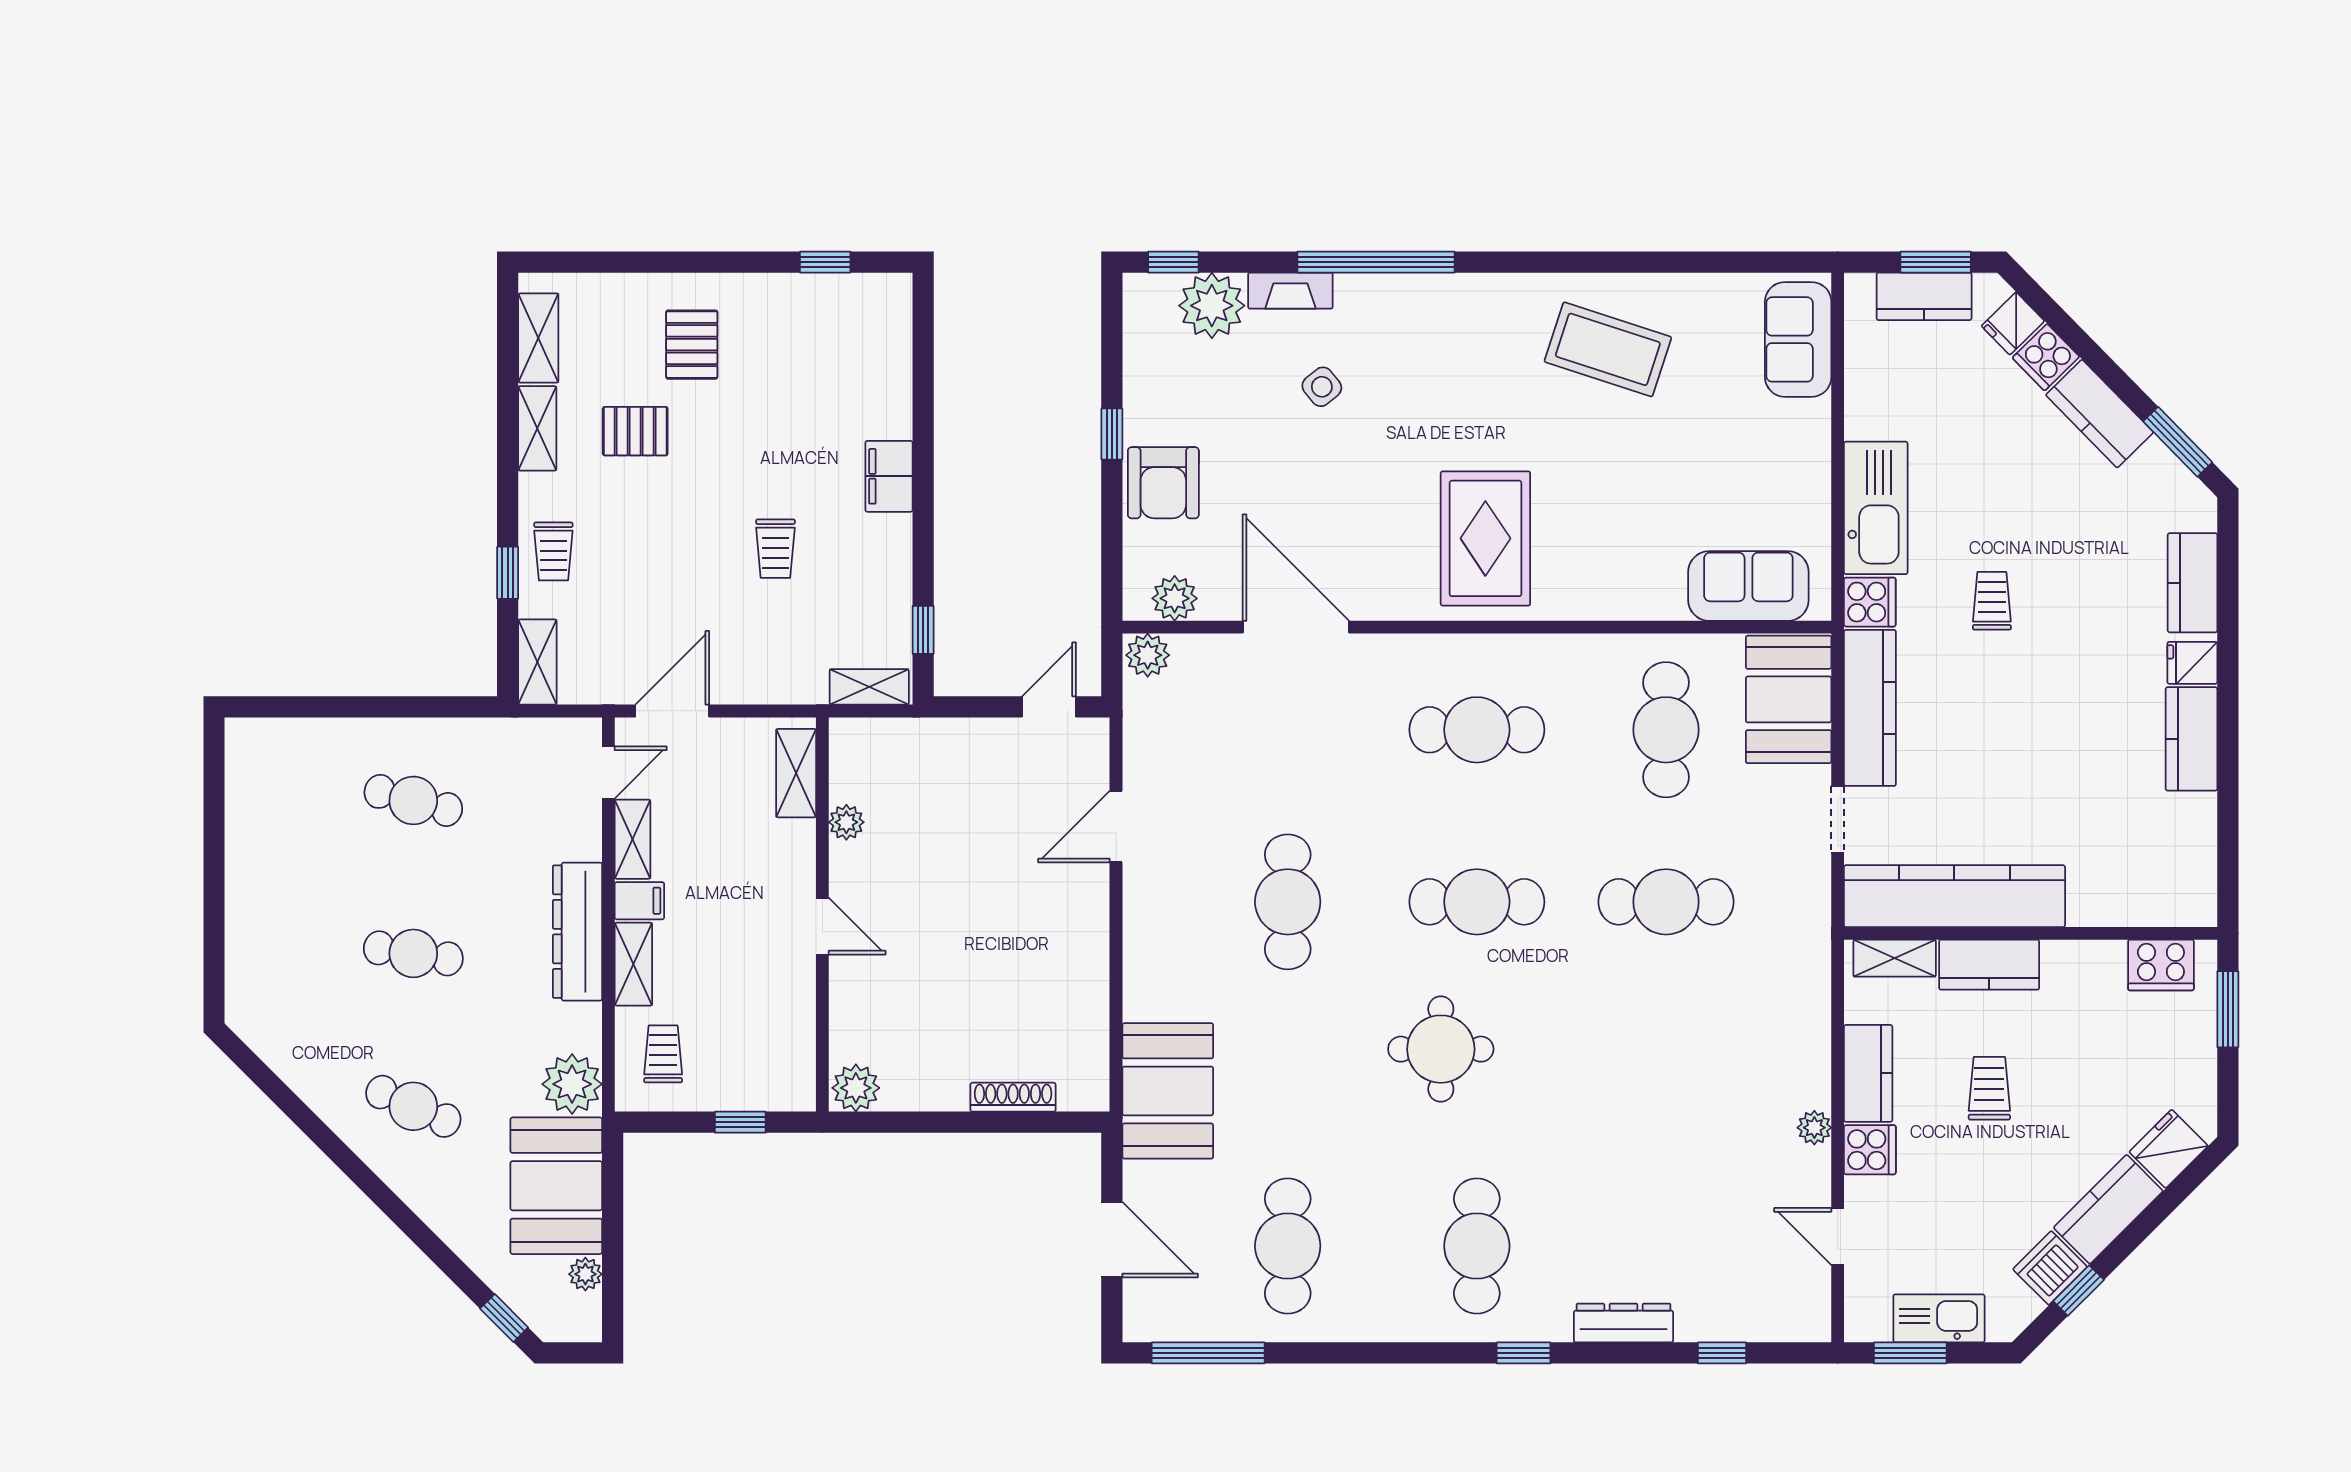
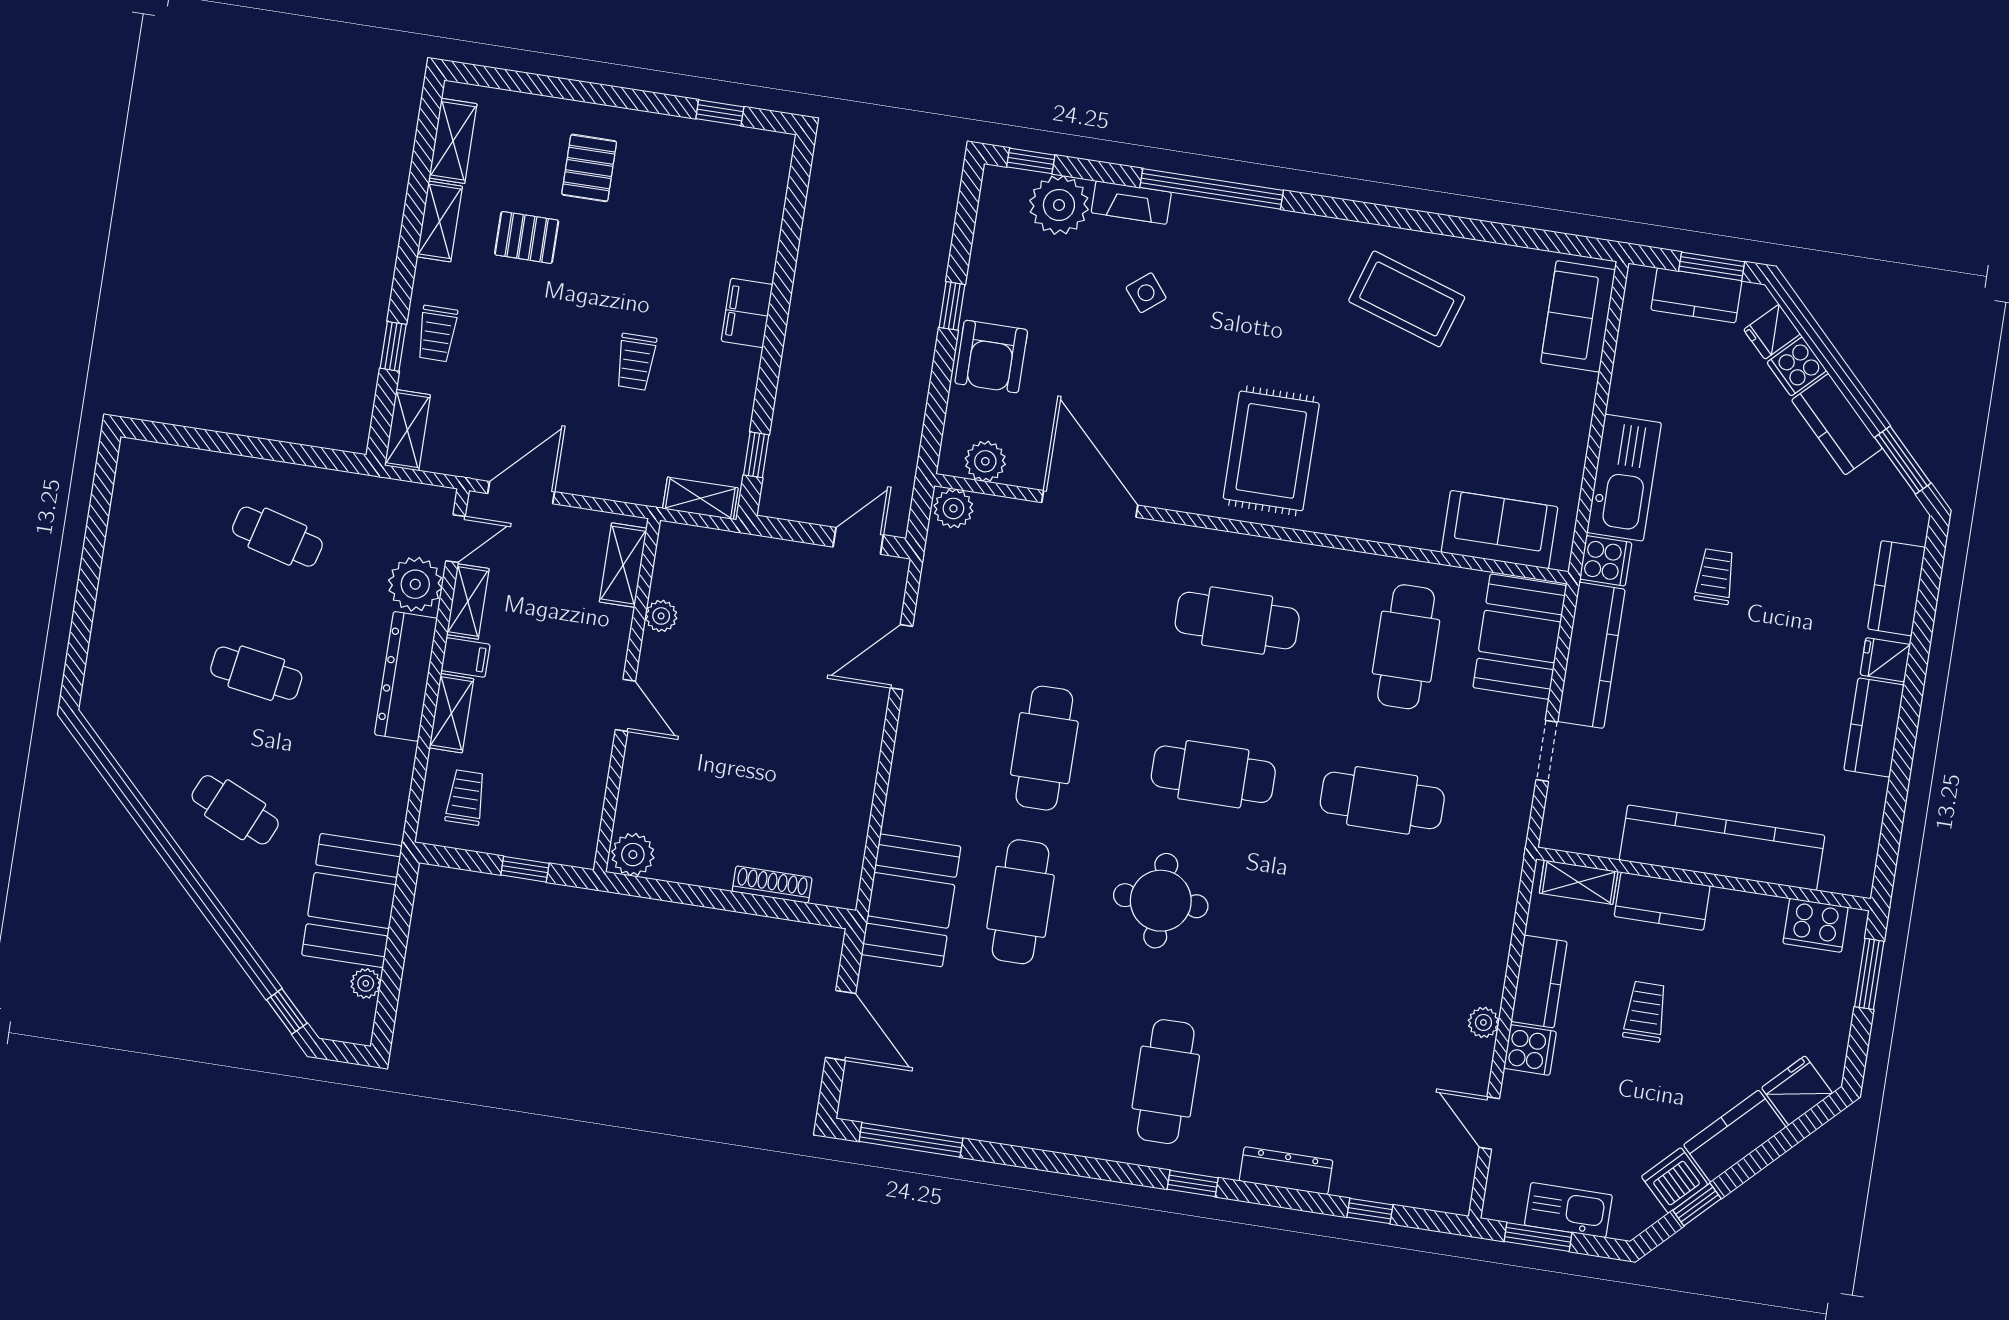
kitchen counter: (1954, 896) -> (1722, 848), moved
plant: (572, 1084) -> (415, 584), moved
cafe table: (1288, 1246) -> (1021, 902), moved

